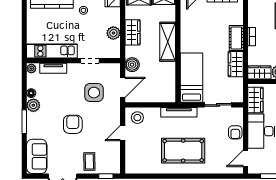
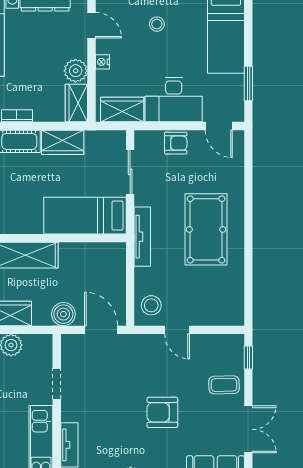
side table: (94, 93) -> (110, 377), removed

